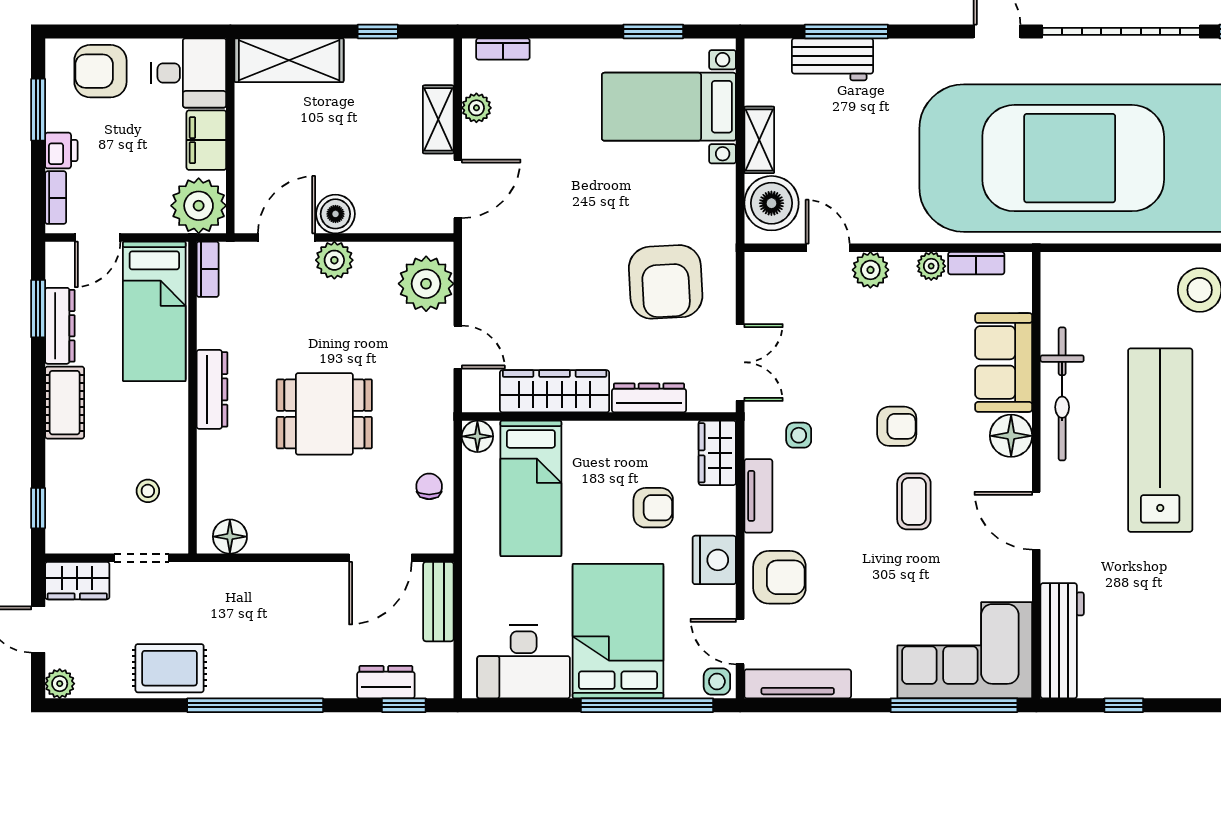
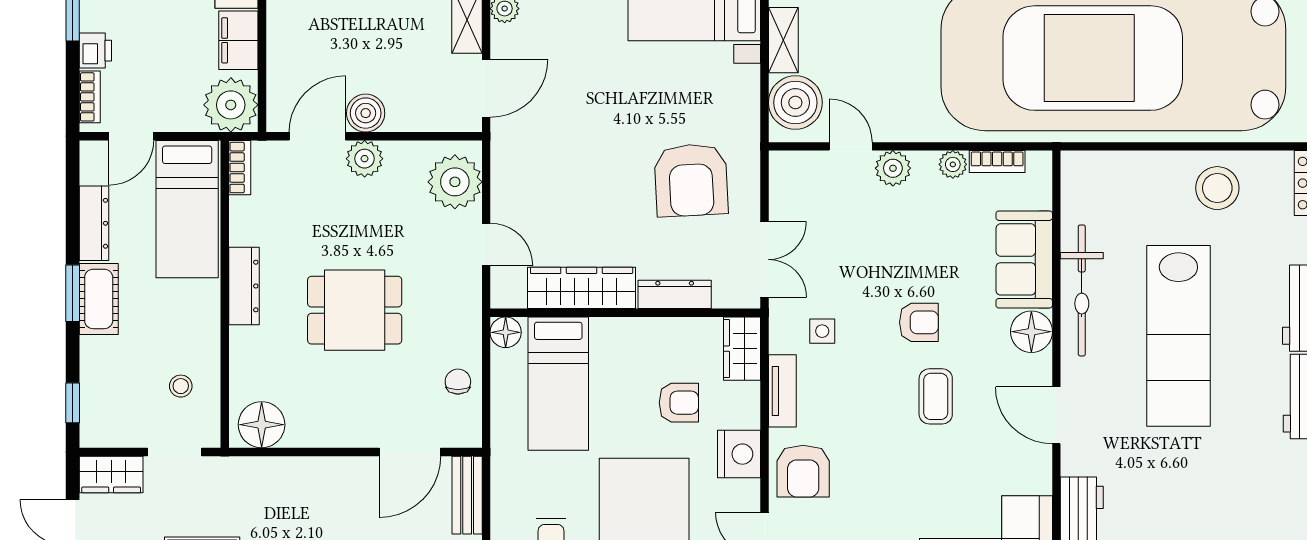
window: (38, 309) -> (73, 293), moved
lab bench: (1160, 440) -> (1178, 336), turned 180
floor lamp: (230, 537) -> (262, 425), width x1.38, depth x1.38
armchair: (779, 577) -> (803, 471), turned 90

